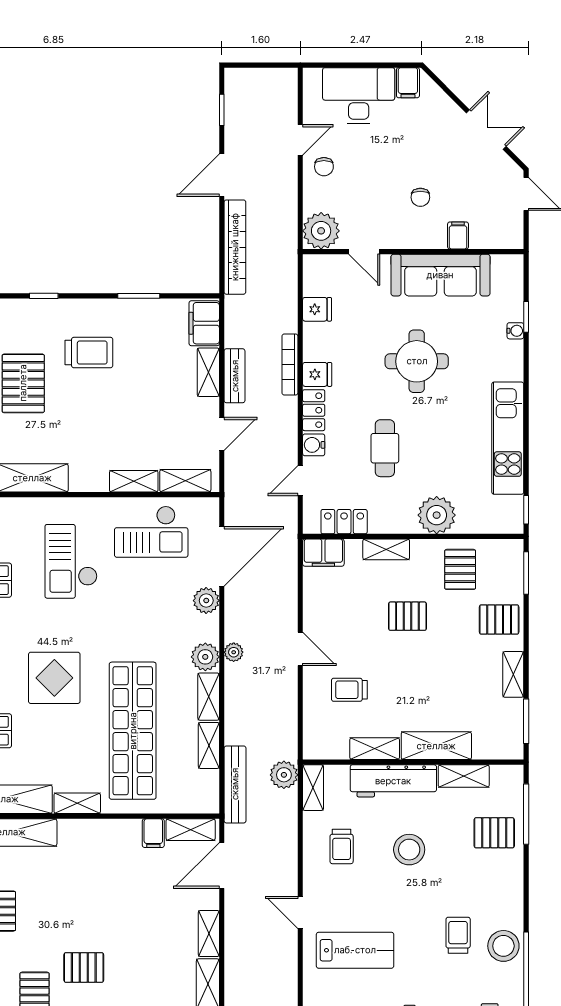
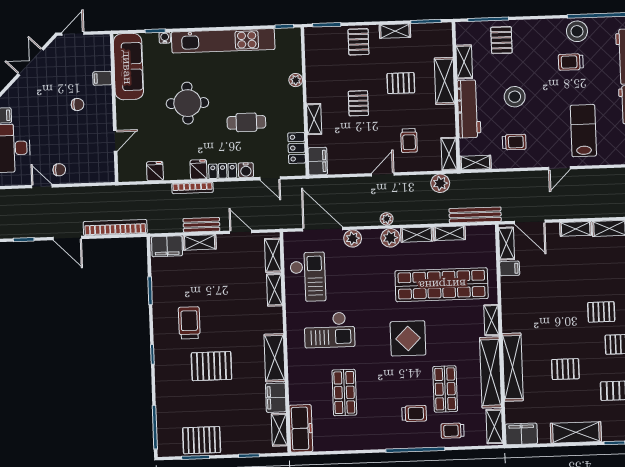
plant: (321, 231) -> (102, 170), removed
sofa: (440, 275) -> (128, 67), moved
kitchen unit: (508, 438) -> (223, 41), width x1.36
plant: (437, 515) -> (296, 80), width x0.53, depth x0.53
pallet: (460, 569) -> (401, 83), moved
shelving: (375, 749) -> (449, 154), moved
plant: (284, 775) -> (440, 183), moved
pallet: (84, 967) -> (601, 312), turned 90

